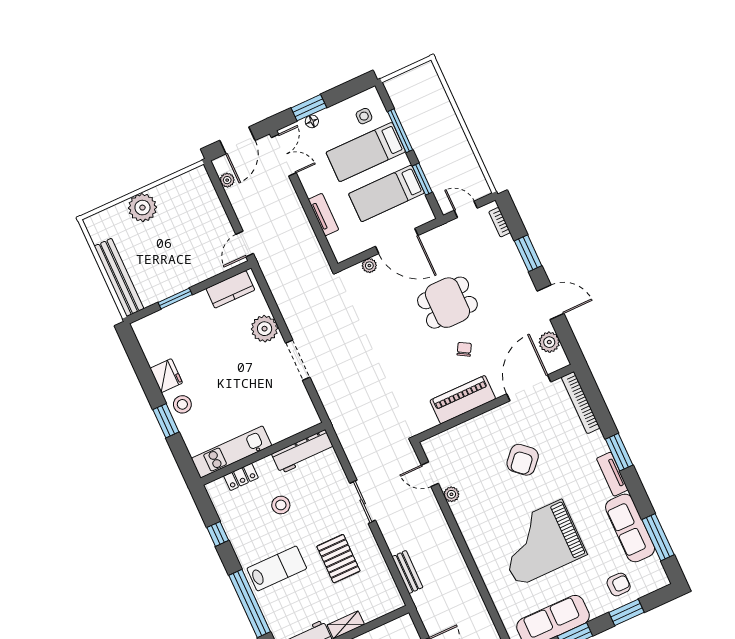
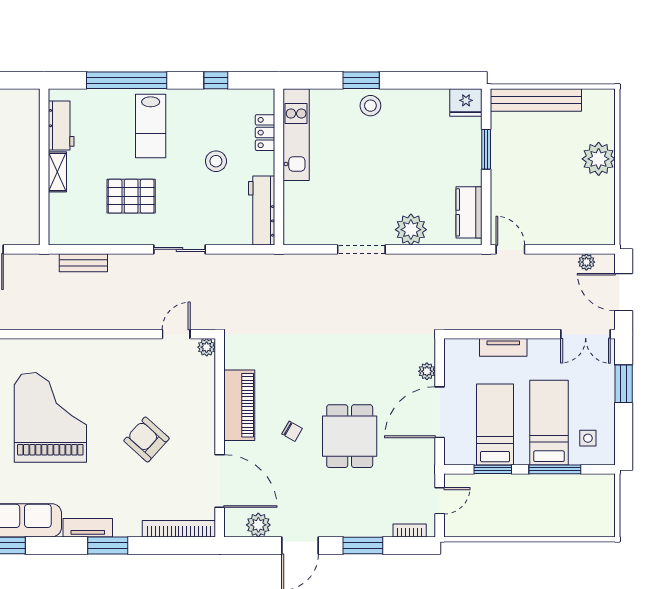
floor lamp: (312, 121) -> (608, 380), removed
fridge: (166, 376) -> (466, 102), moved
plant: (451, 494) -> (207, 347), moved

